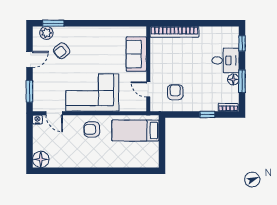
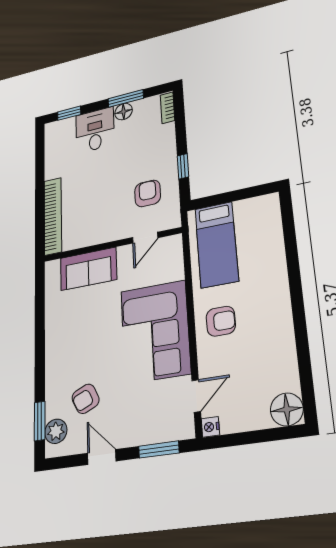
armchair: (62, 51) -> (86, 399), turned 103
armchair: (175, 92) -> (148, 193), turned 90
window: (207, 114) -> (183, 166), moved
armchair: (92, 129) -> (221, 321), turned -90

